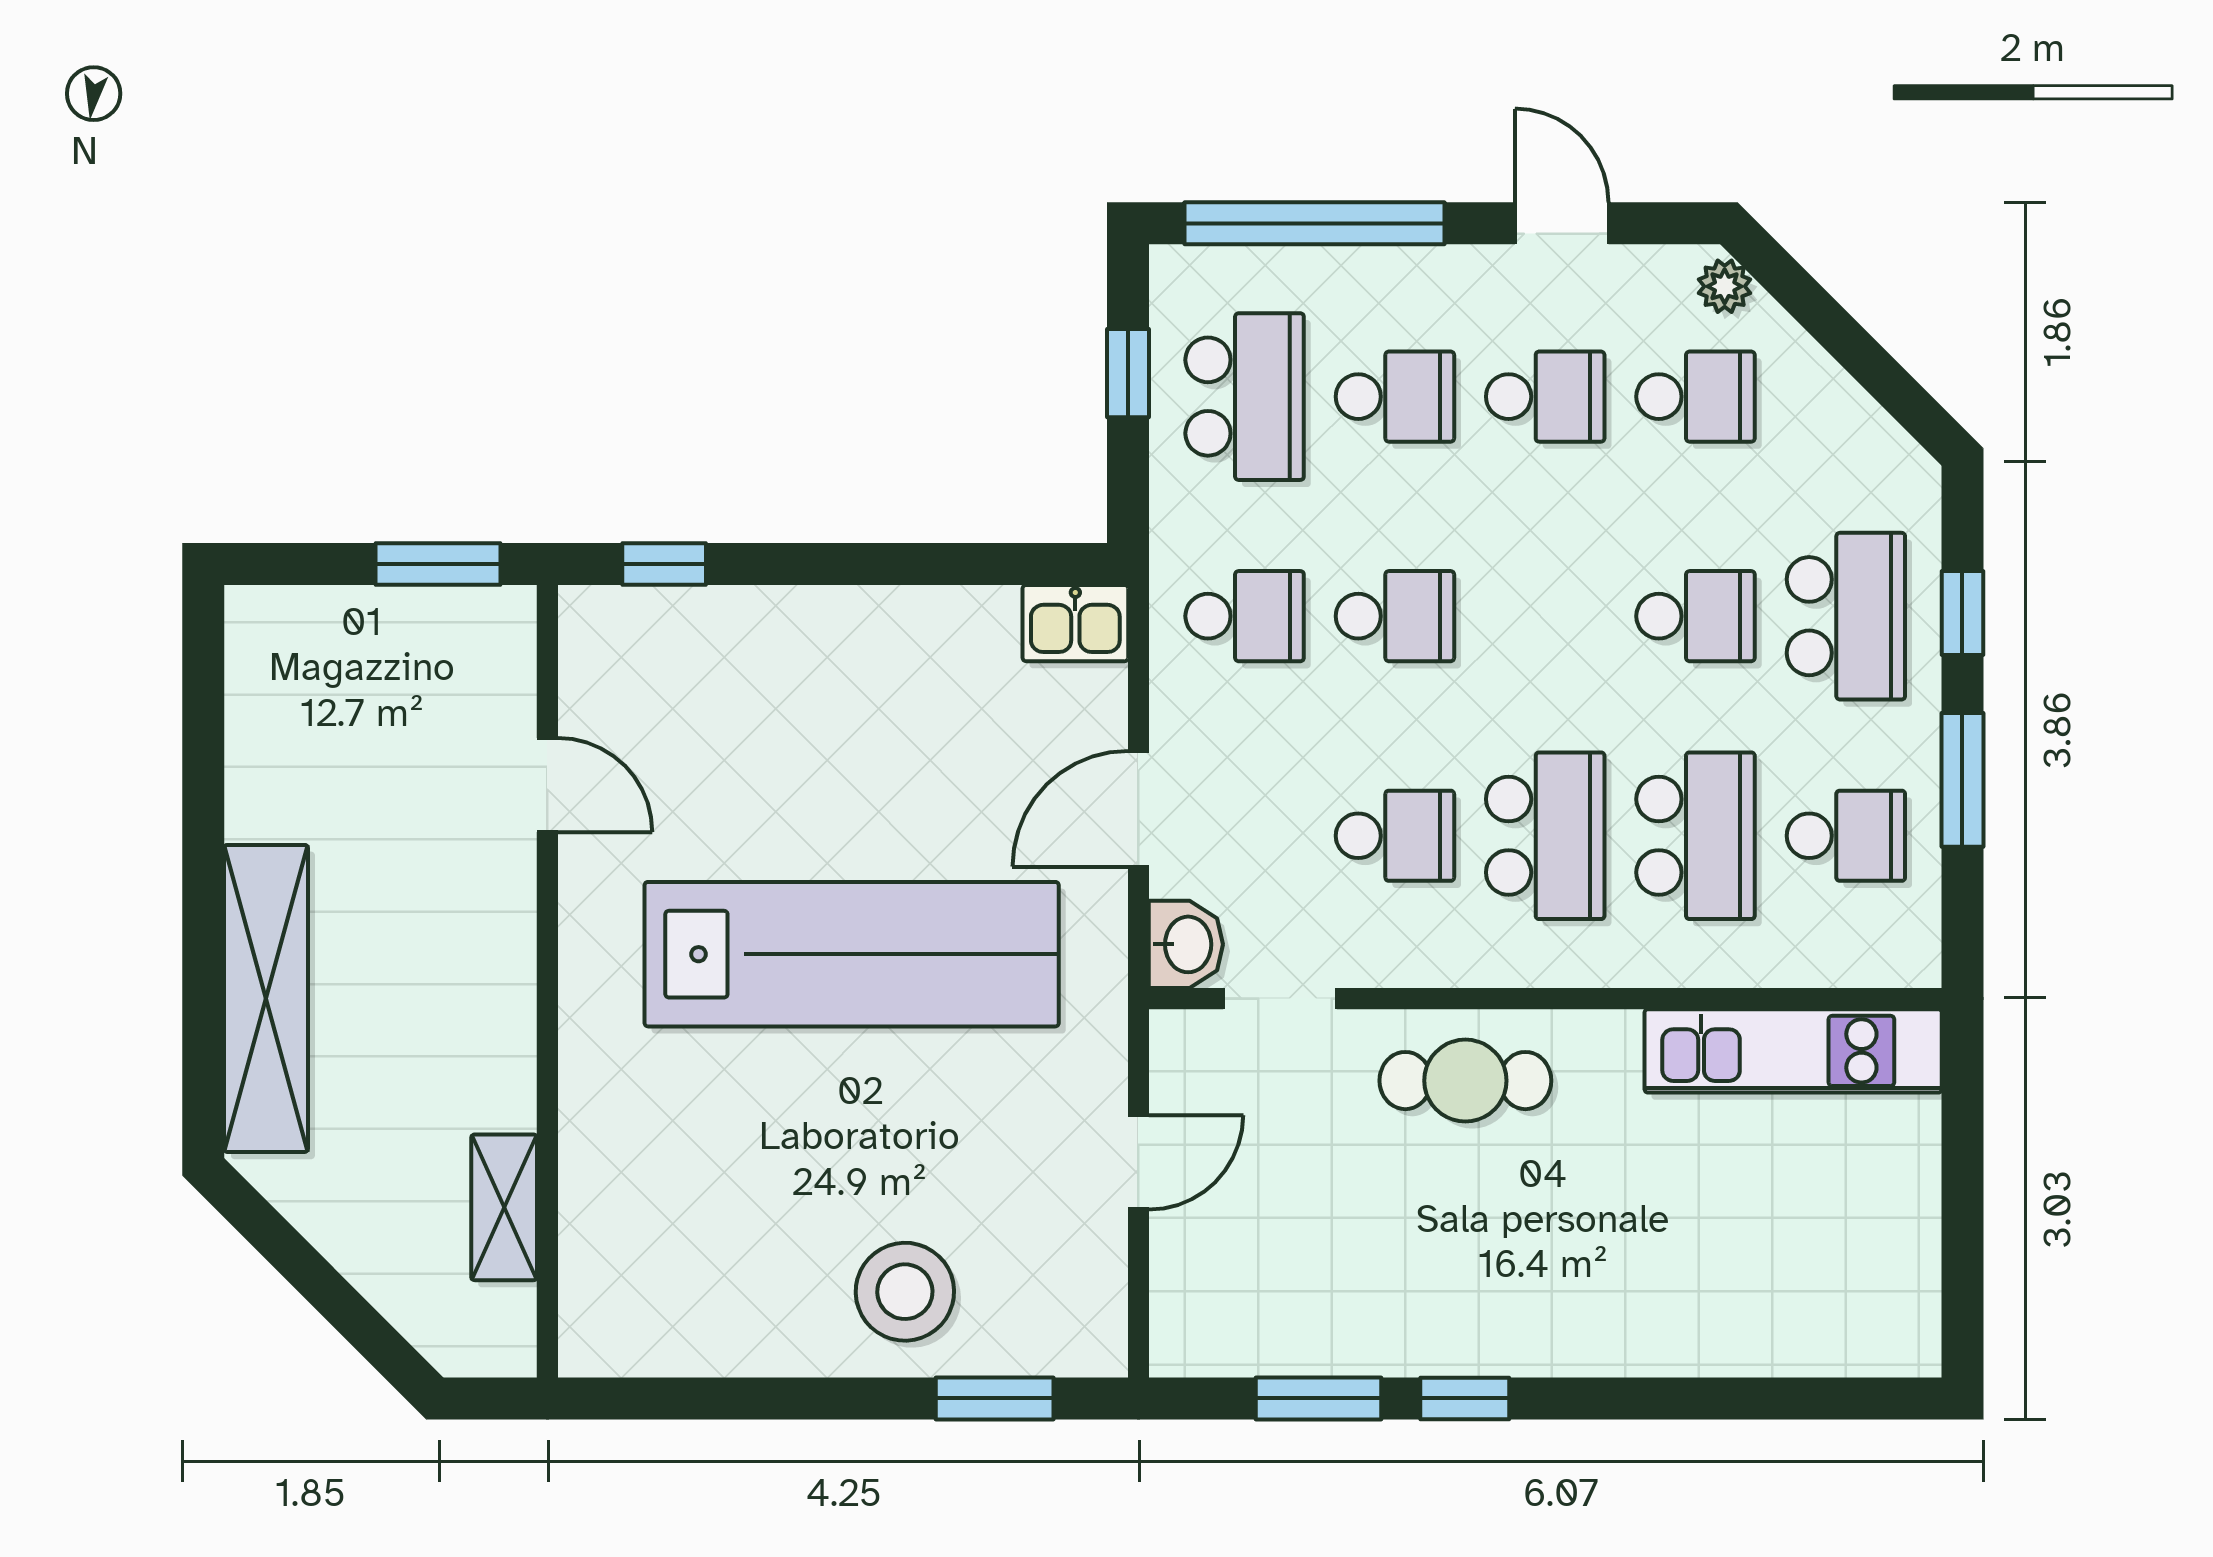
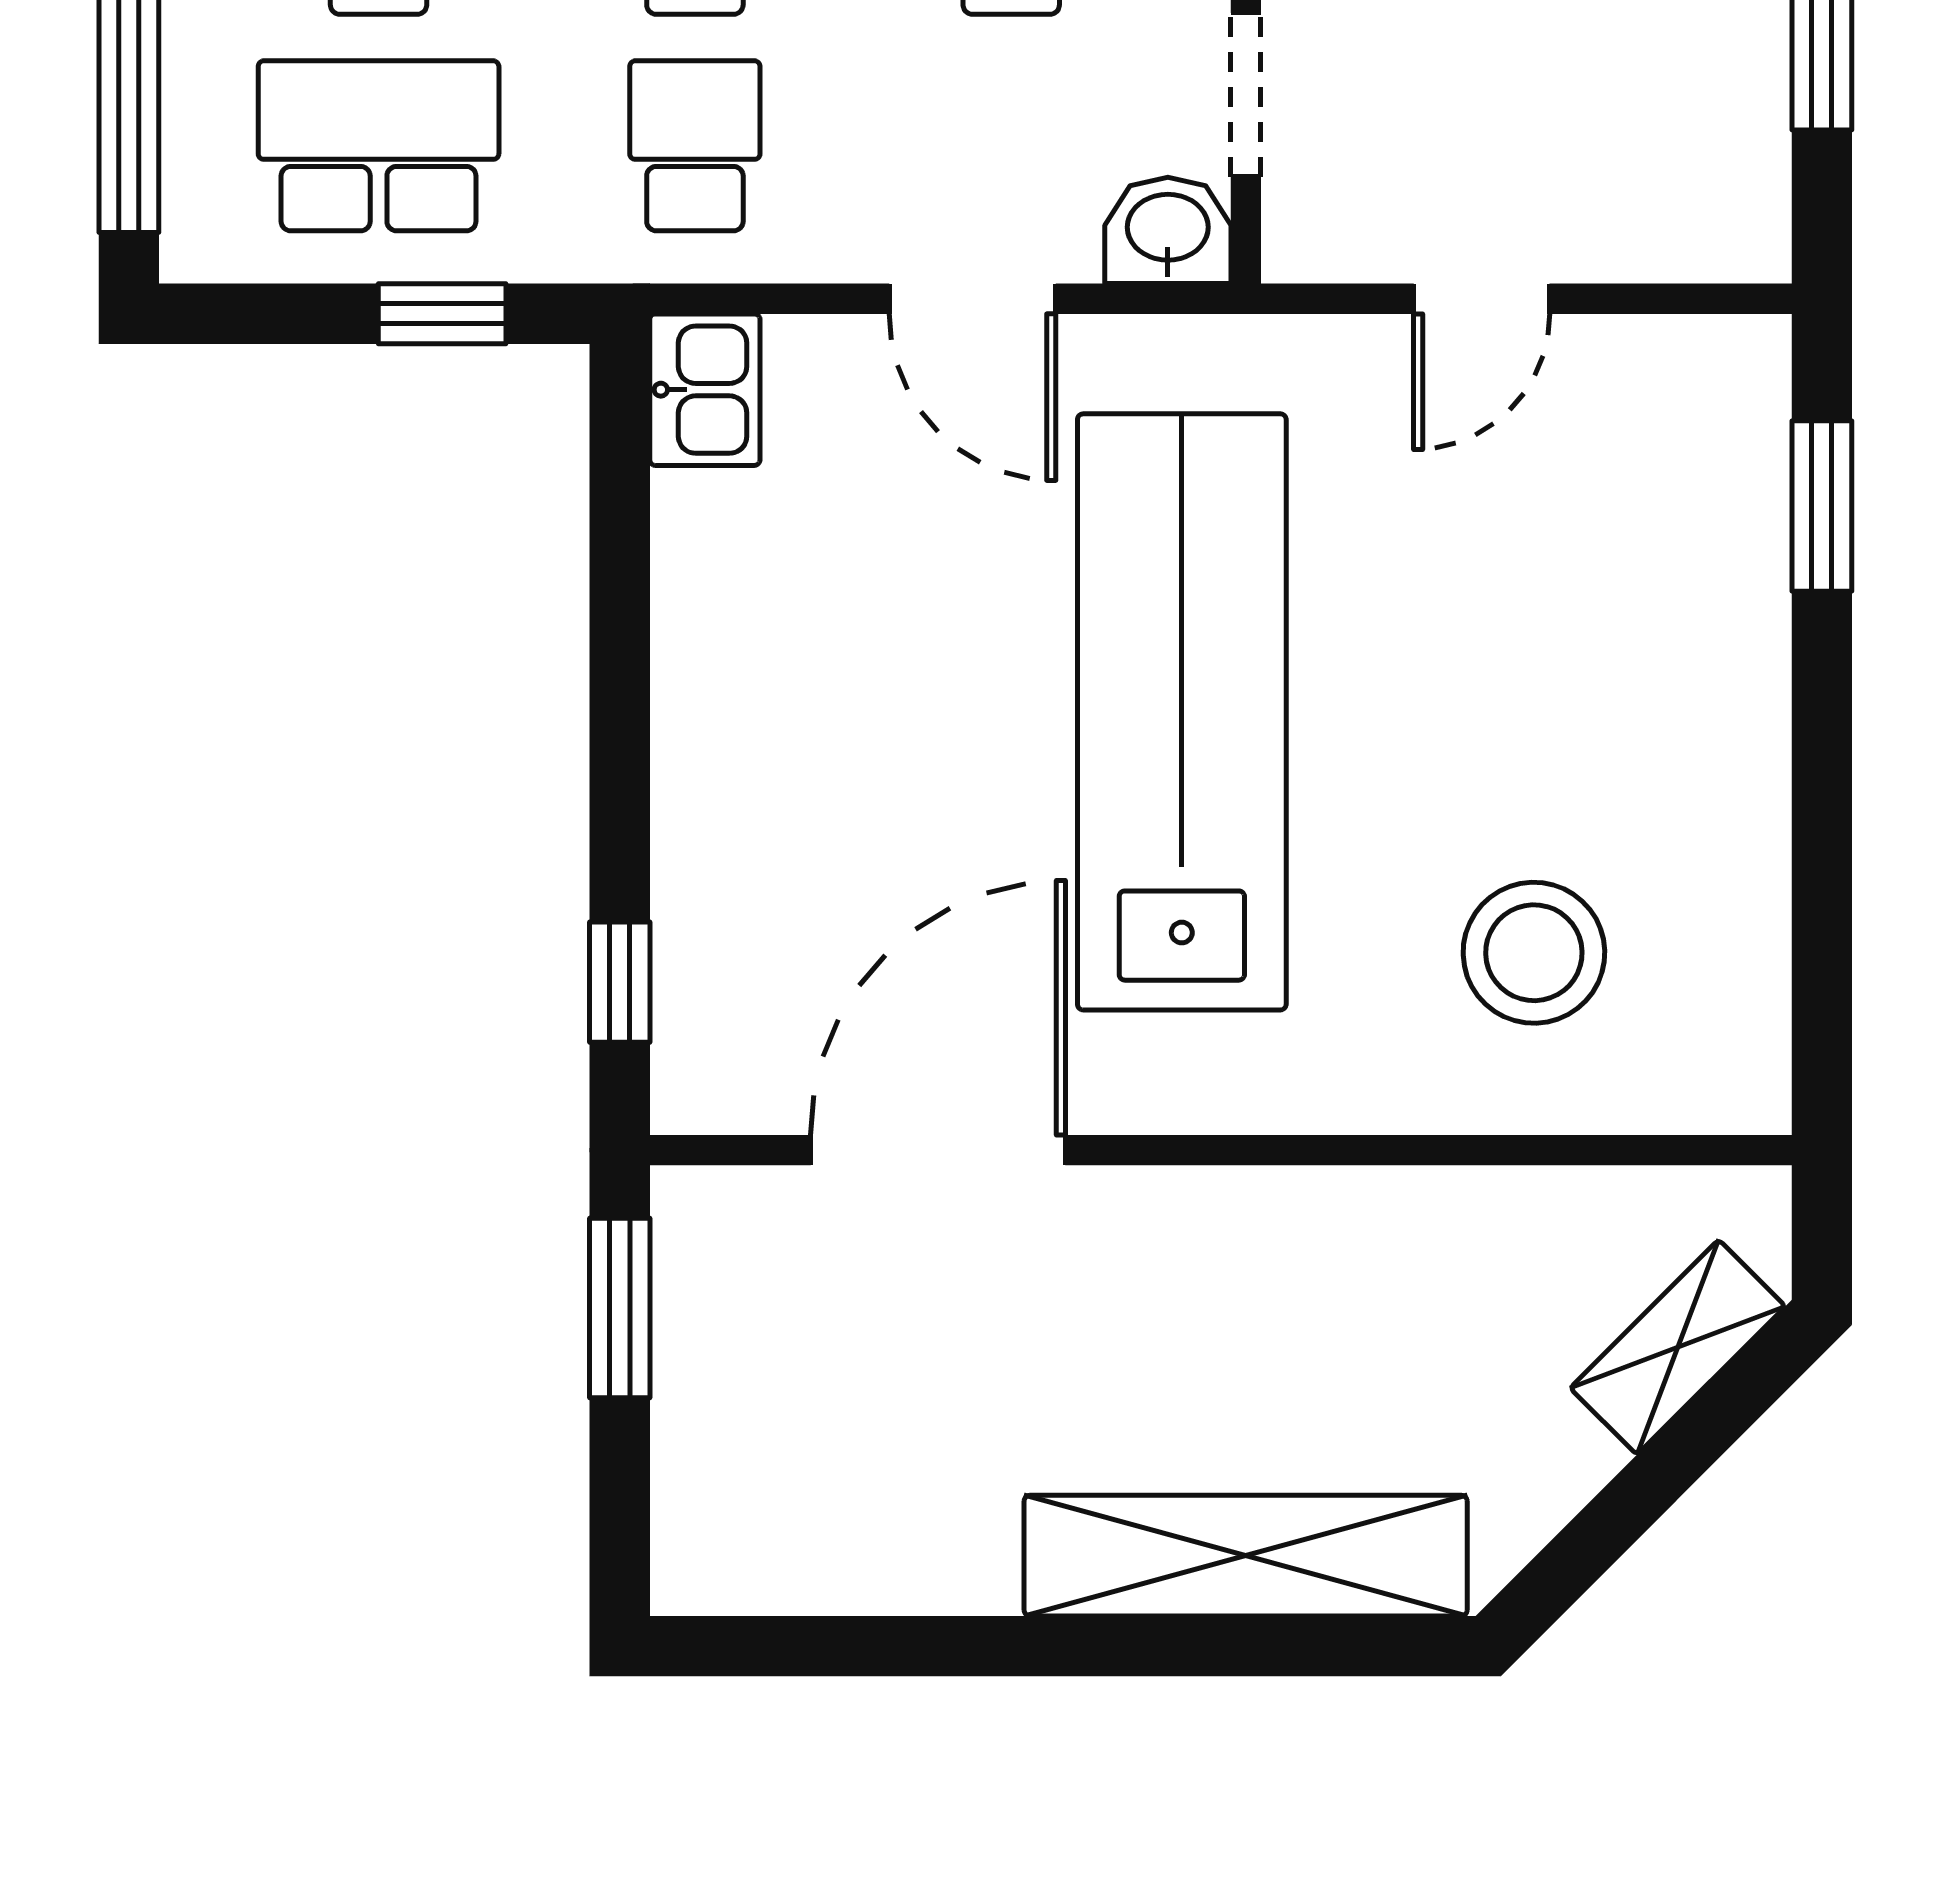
window: (1128, 373) -> (442, 314), moved
door: (547, 785) -> (938, 1150), width x1.87
door: (1138, 1162) -> (1482, 299), swing flipped
shelving: (504, 1207) -> (1678, 1347), moved, turned -45
stool: (905, 1292) -> (1534, 953), moved

